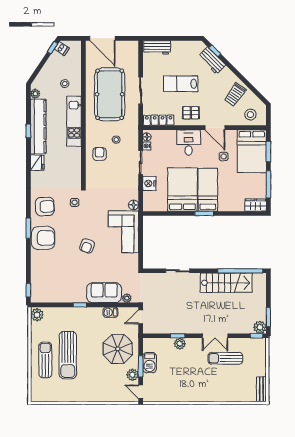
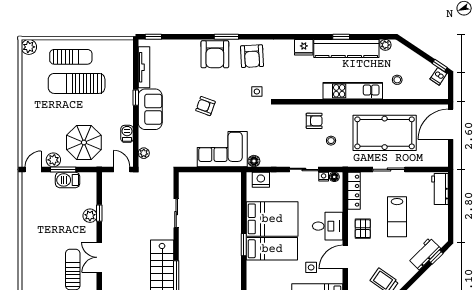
lab bench: (181, 84) -> (397, 217), turned 180
nightstand: (149, 183) -> (261, 180), moved
sofa: (104, 293) -> (150, 109), moved
tv unit: (54, 298) -> (144, 67), added
plant: (37, 315) -> (29, 47), moved

